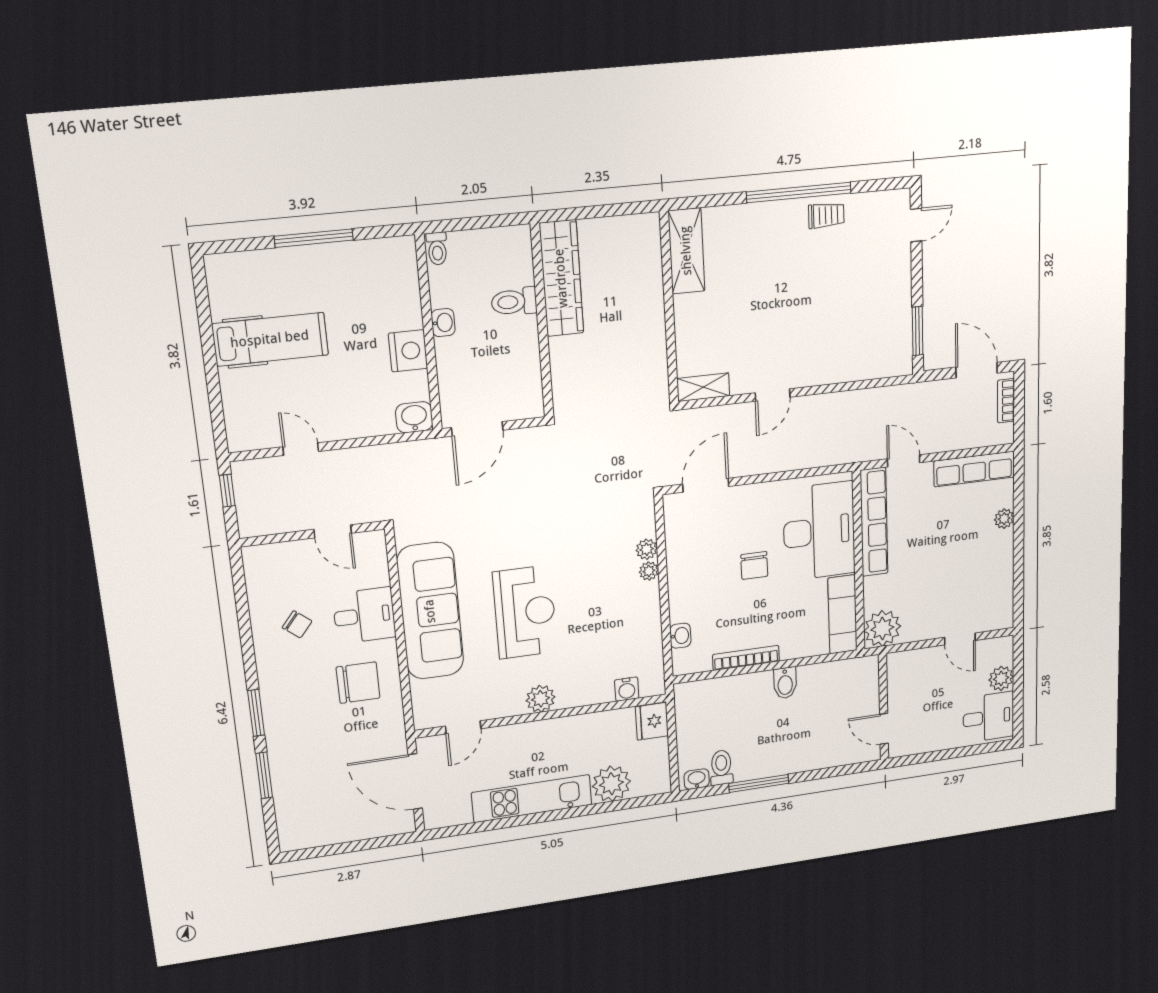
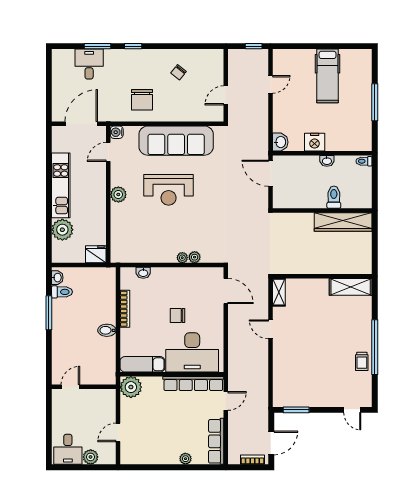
desk: (364, 615) -> (89, 64), moved, turned 180
water cooler: (627, 689) -> (117, 132), moved
window: (256, 713) -> (133, 46), width x0.67
door: (463, 727) -> (108, 152), hinge flipped

